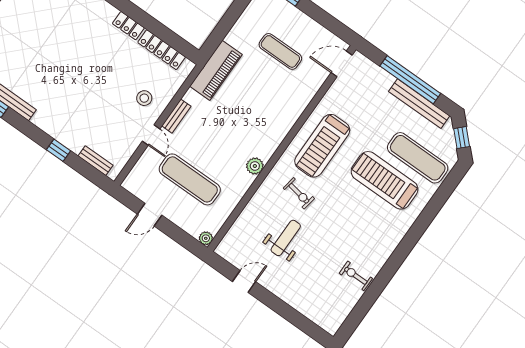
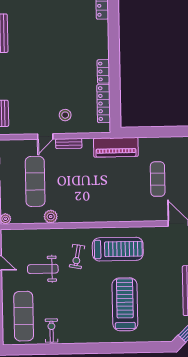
treadmill: (322, 146) -> (118, 249), turned 180
exercise mat: (418, 158) -> (24, 316), moved
plant: (255, 166) -> (51, 217), moved
weight bench: (286, 238) -> (43, 269), turned 180

